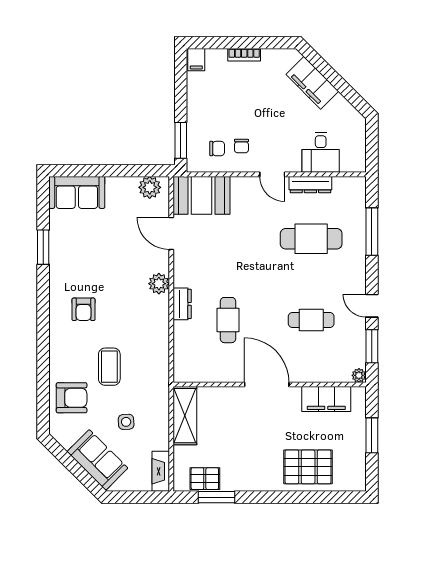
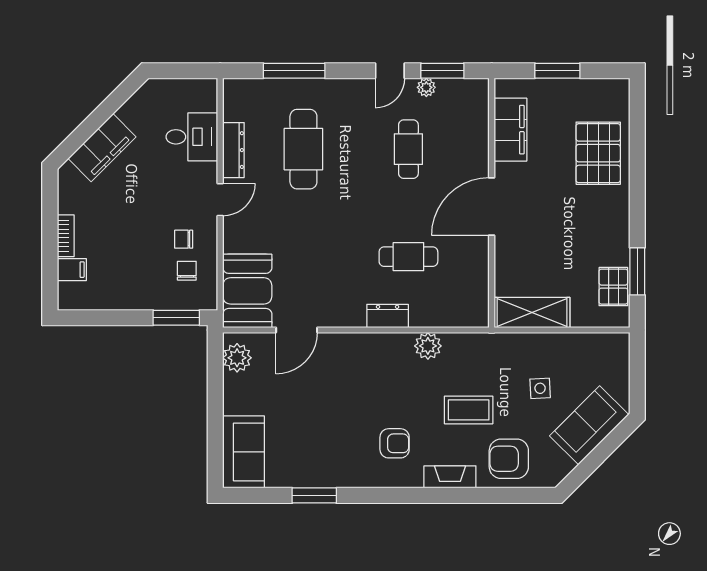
filing cabinet: (196, 60) -> (72, 270), moved
chair: (241, 146) -> (184, 239), turned 180
plant: (159, 284) -> (428, 346), moved
plant: (359, 375) -> (426, 87), moved
armchair: (72, 398) -> (509, 459), turned -90
fireplace: (161, 471) -> (450, 477), moved, turned 180

